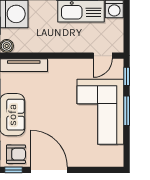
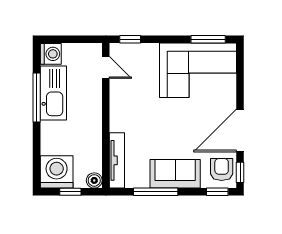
window: (127, 111) -> (208, 39), moved
corner sofa: (100, 112) -> (198, 70), moved

